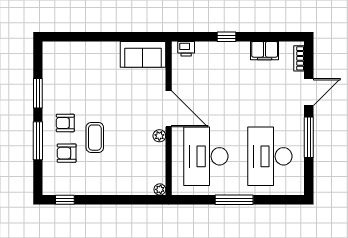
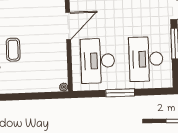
door: (169, 109) -> (68, 26), hinge flipped
plant: (159, 136) -> (62, 47), removed

